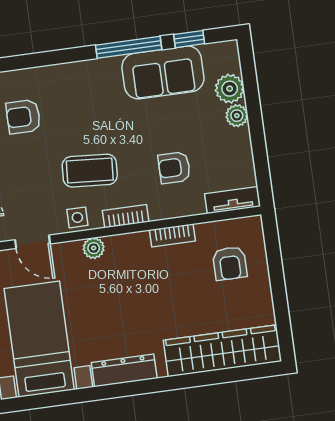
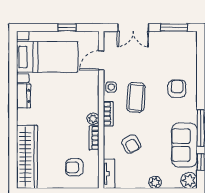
plant: (230, 89) -> (189, 180), moved
armchair: (23, 117) -> (177, 89), moved
armchair: (174, 168) -> (131, 144), turned 151
plant: (94, 248) -> (93, 119), moved
dresser: (124, 370) -> (23, 96), width x0.70

